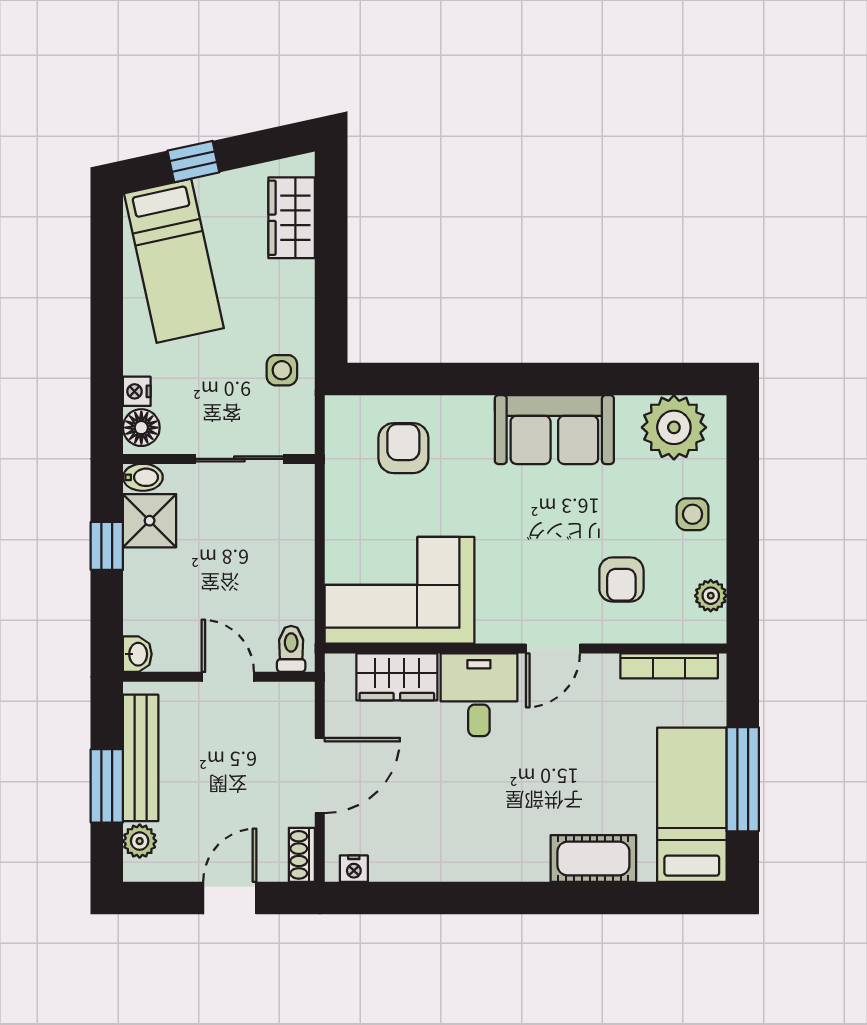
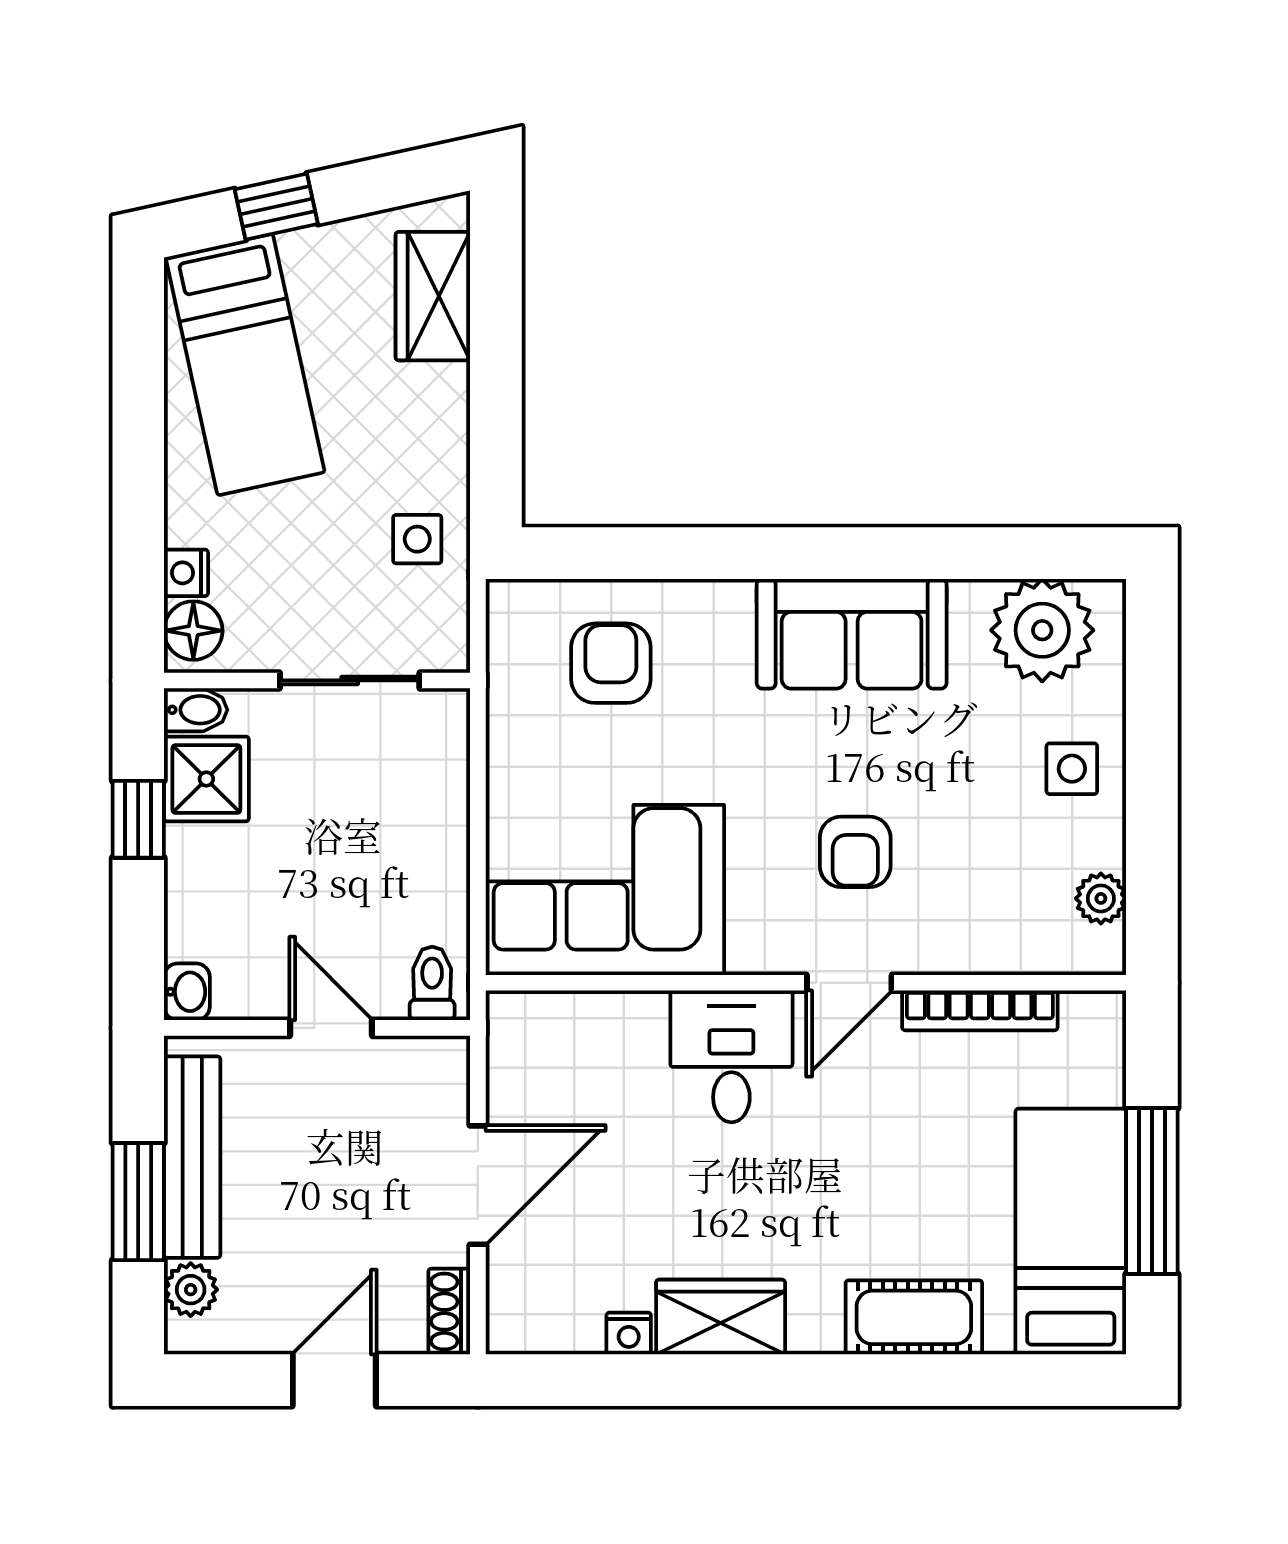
armchair: (621, 579) -> (855, 852), moved
bookcase: (669, 666) -> (980, 1010), moved
wardrobe: (397, 677) -> (721, 1317), moved, turned 180
nightstand: (354, 869) -> (629, 1334), moved

